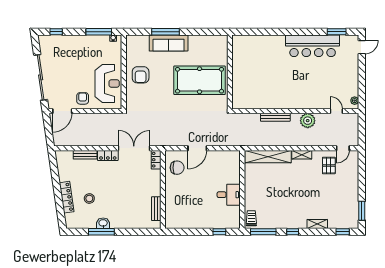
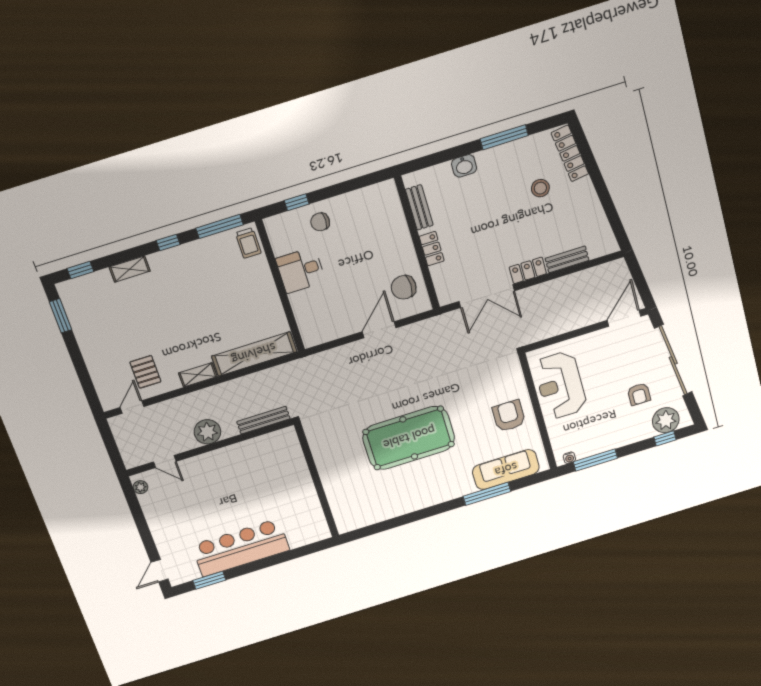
plant: (53, 43) -> (666, 420), added
sofa: (169, 43) -> (506, 470), moved
wall: (230, 72) -> (317, 481), moved
armchair: (83, 98) -> (639, 394), moved
locker: (156, 160) -> (432, 249), moved
locker: (67, 197) -> (570, 153), moved
chair: (210, 217) -> (320, 222), added
washbasin: (103, 223) -> (464, 166), moved

